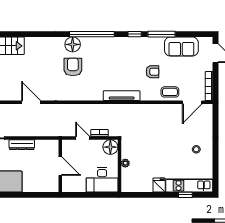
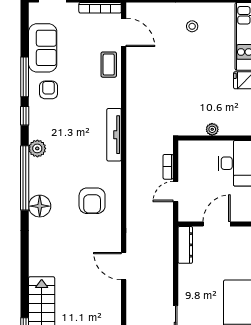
plant: (112, 43) -> (37, 148), added
armchair: (73, 67) -> (92, 201), moved, turned -90
armchair: (153, 72) -> (49, 90), moved
door: (31, 102) -> (124, 266), hinge flipped
dresser: (22, 145) -> (185, 245), moved
floor lamp: (110, 147) -> (189, 151), removed

